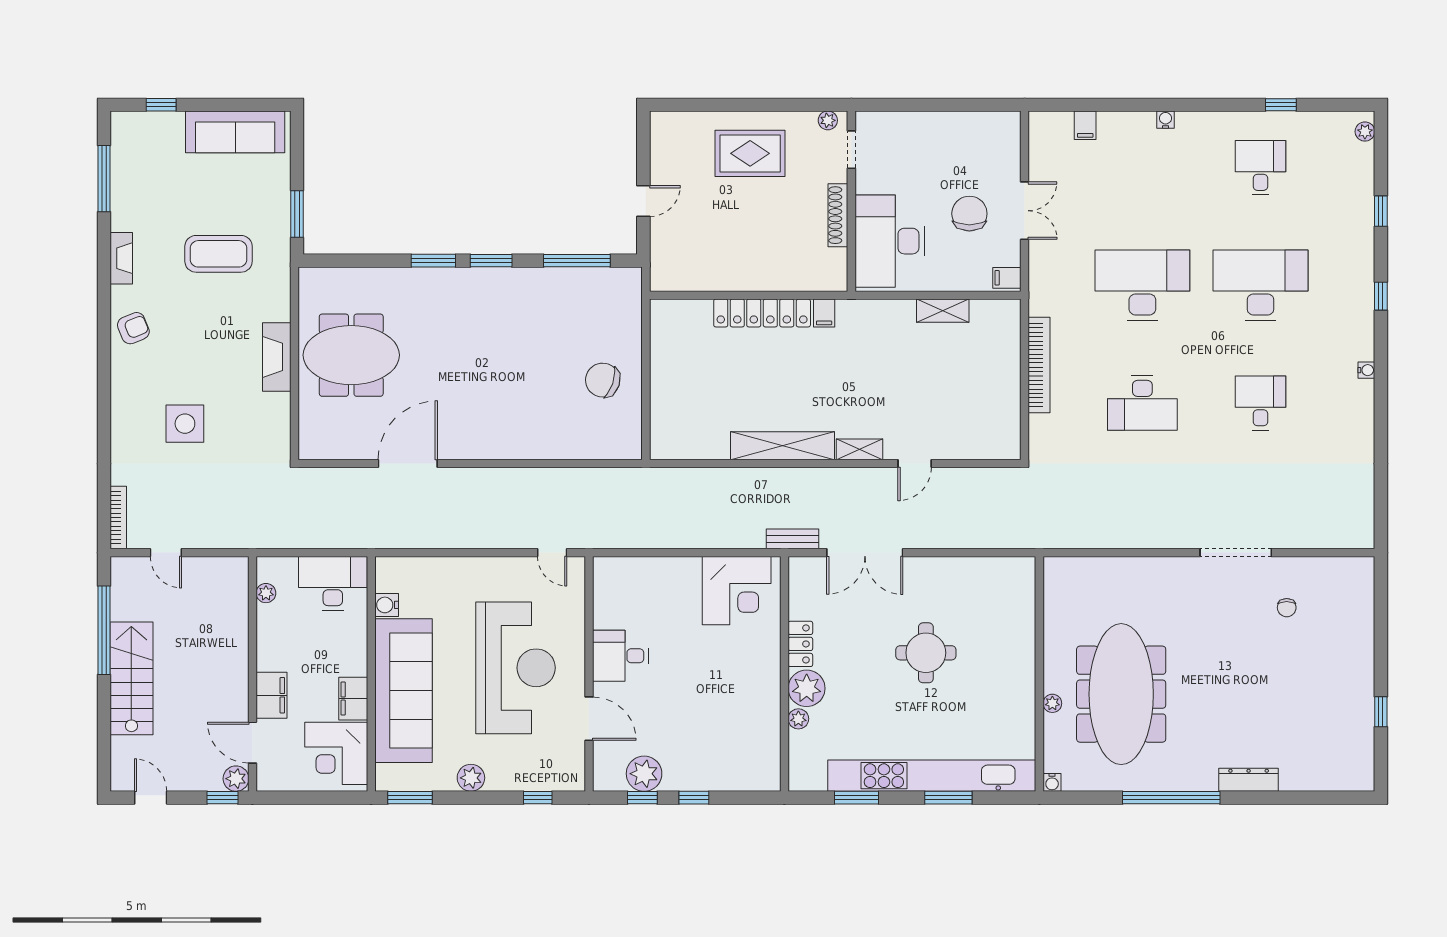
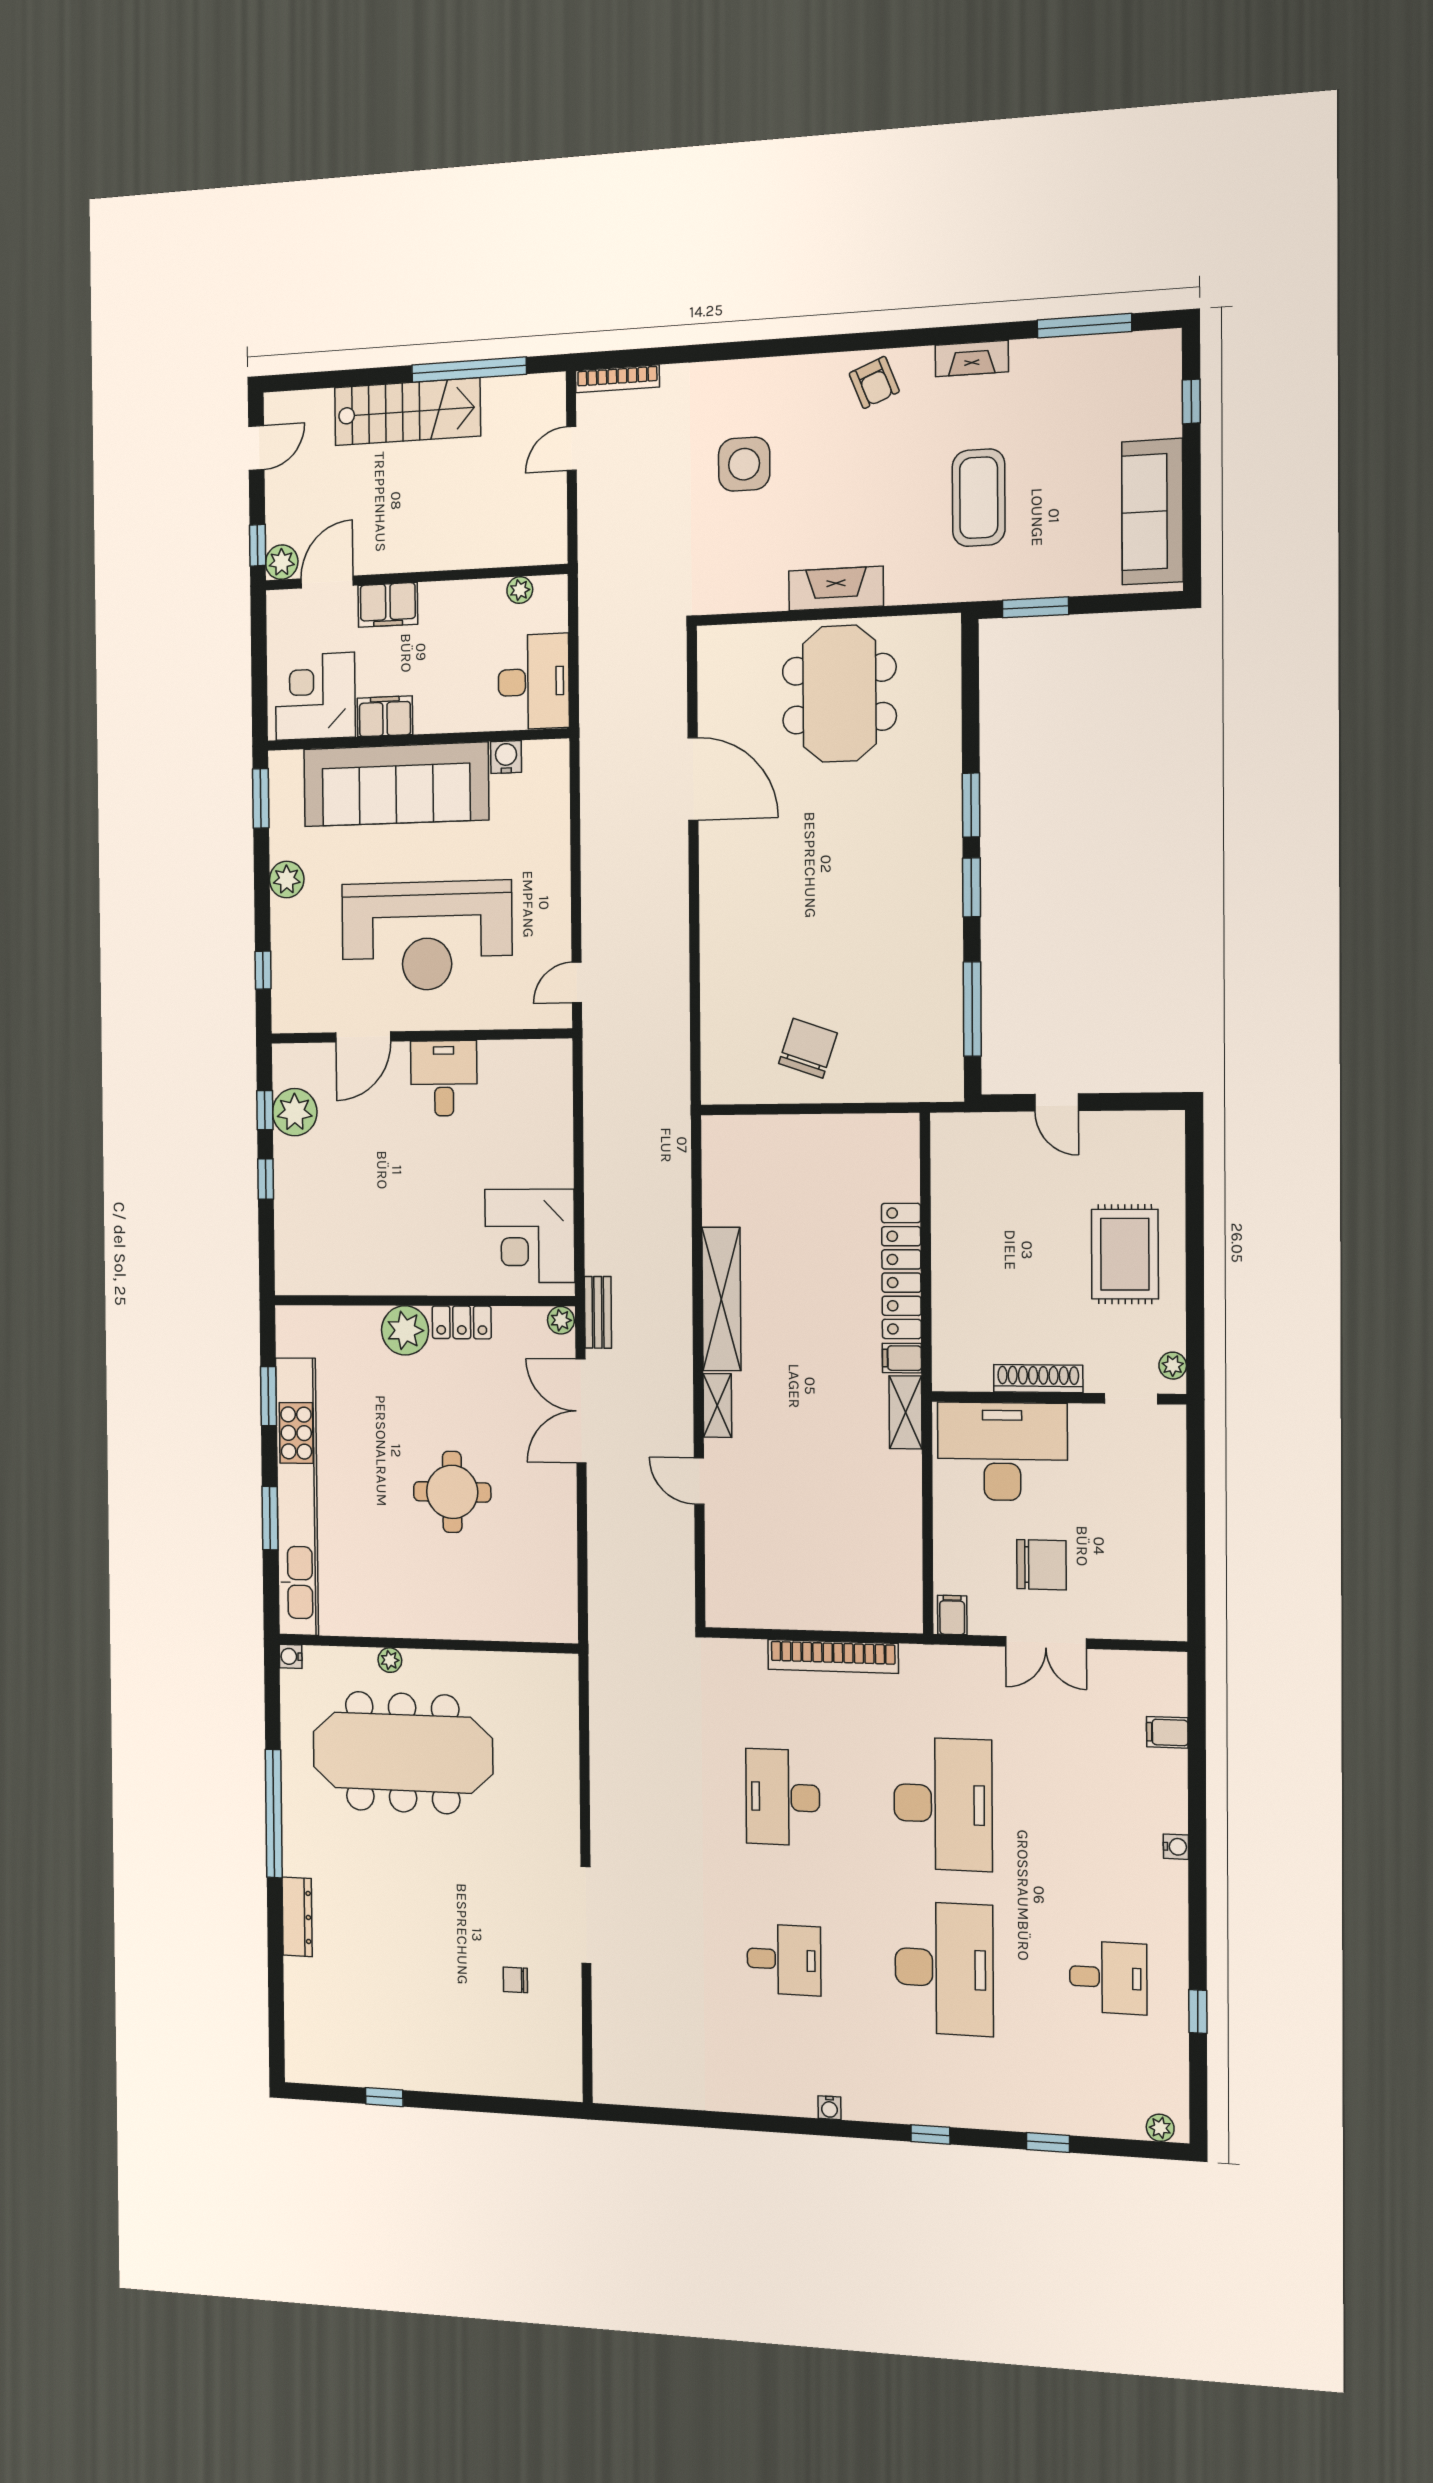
shelving: (943, 311) -> (905, 1412), moved
plant: (798, 719) -> (561, 1320), moved

